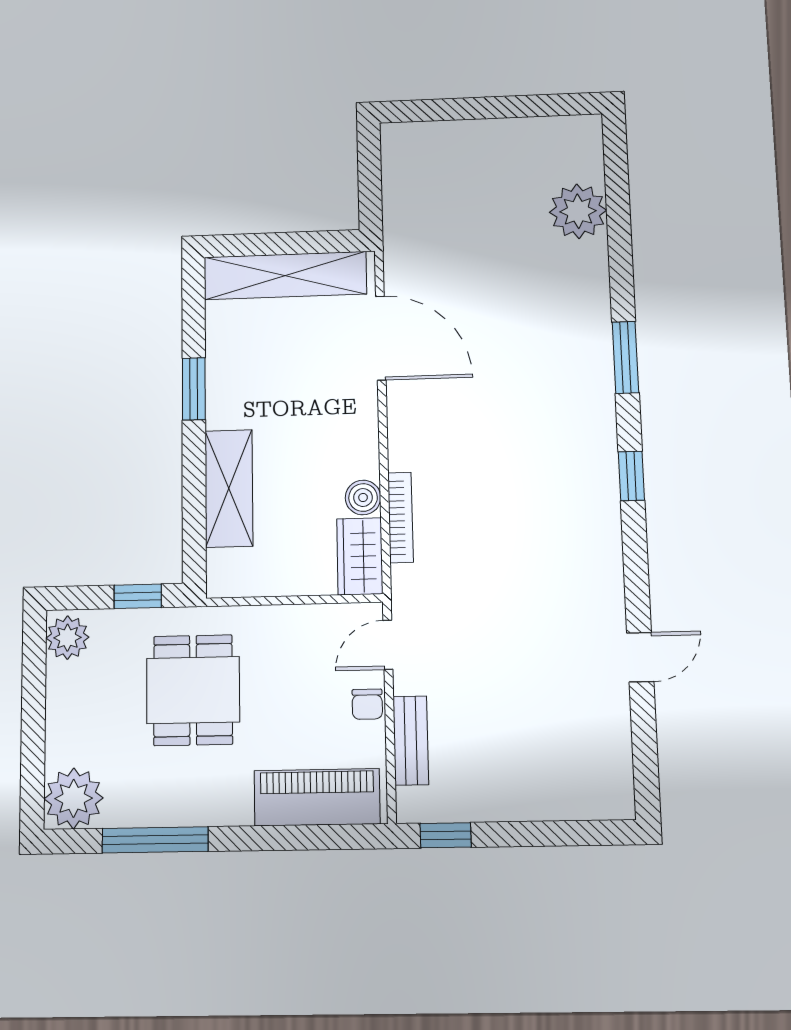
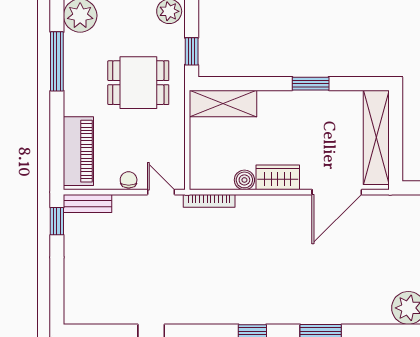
shelving: (229, 488) -> (223, 104), moved
bookcase: (400, 517) -> (209, 201), moved
wardrobe: (360, 556) -> (278, 177), moved
chair: (367, 704) -> (129, 180), turned 90
bench: (411, 740) -> (88, 203), moved

